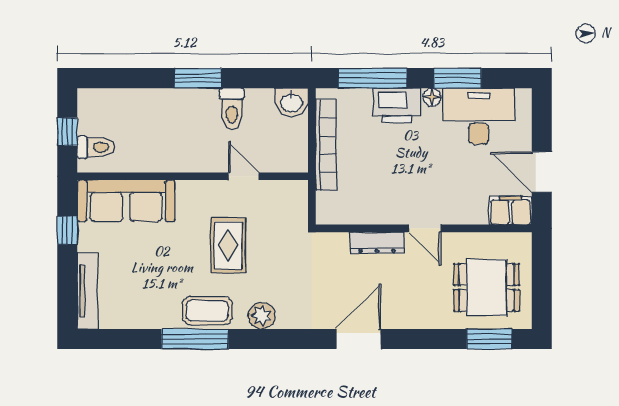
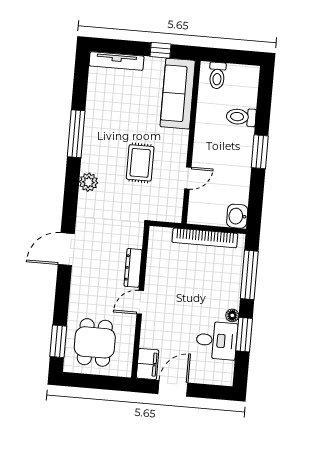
printer: (397, 105) -> (229, 290), removed
toilet: (232, 109) -> (241, 117), moved
desk: (479, 116) -> (217, 340), width x0.73
window: (67, 132) -> (230, 56), removed
rug: (228, 245) -> (140, 163), turned 90
coffee table: (207, 311) -> (95, 144), removed
door: (359, 339) -> (66, 249), swing flipped

